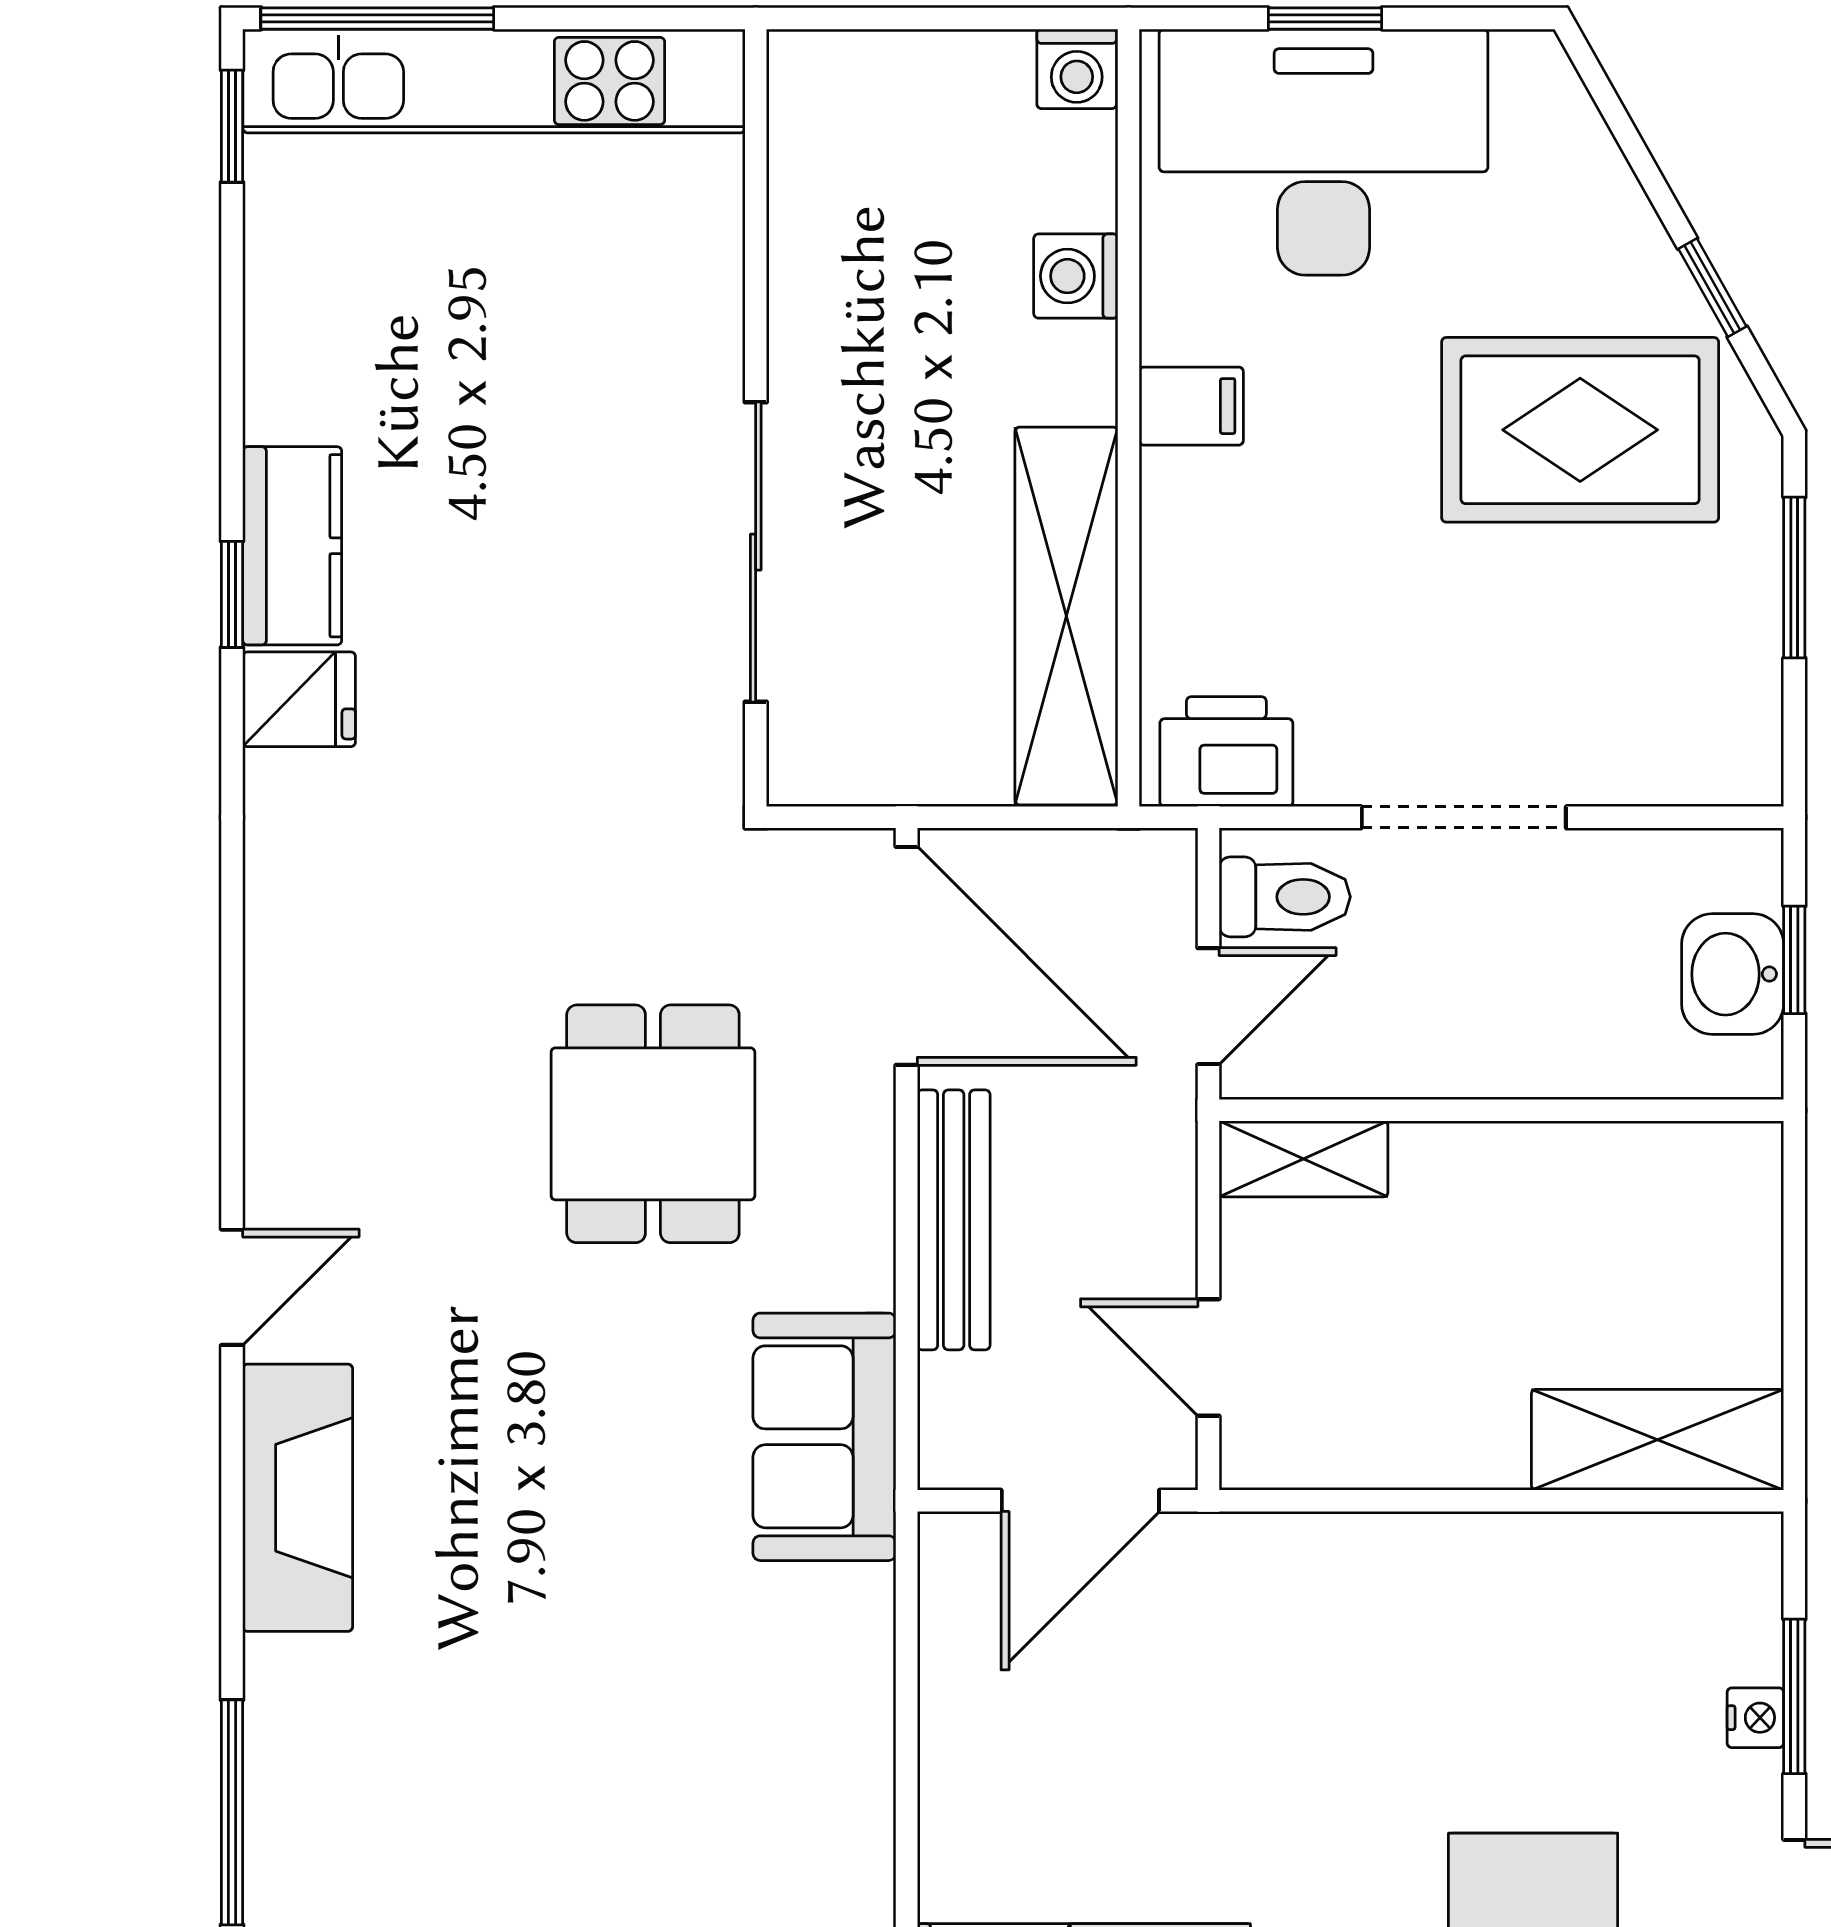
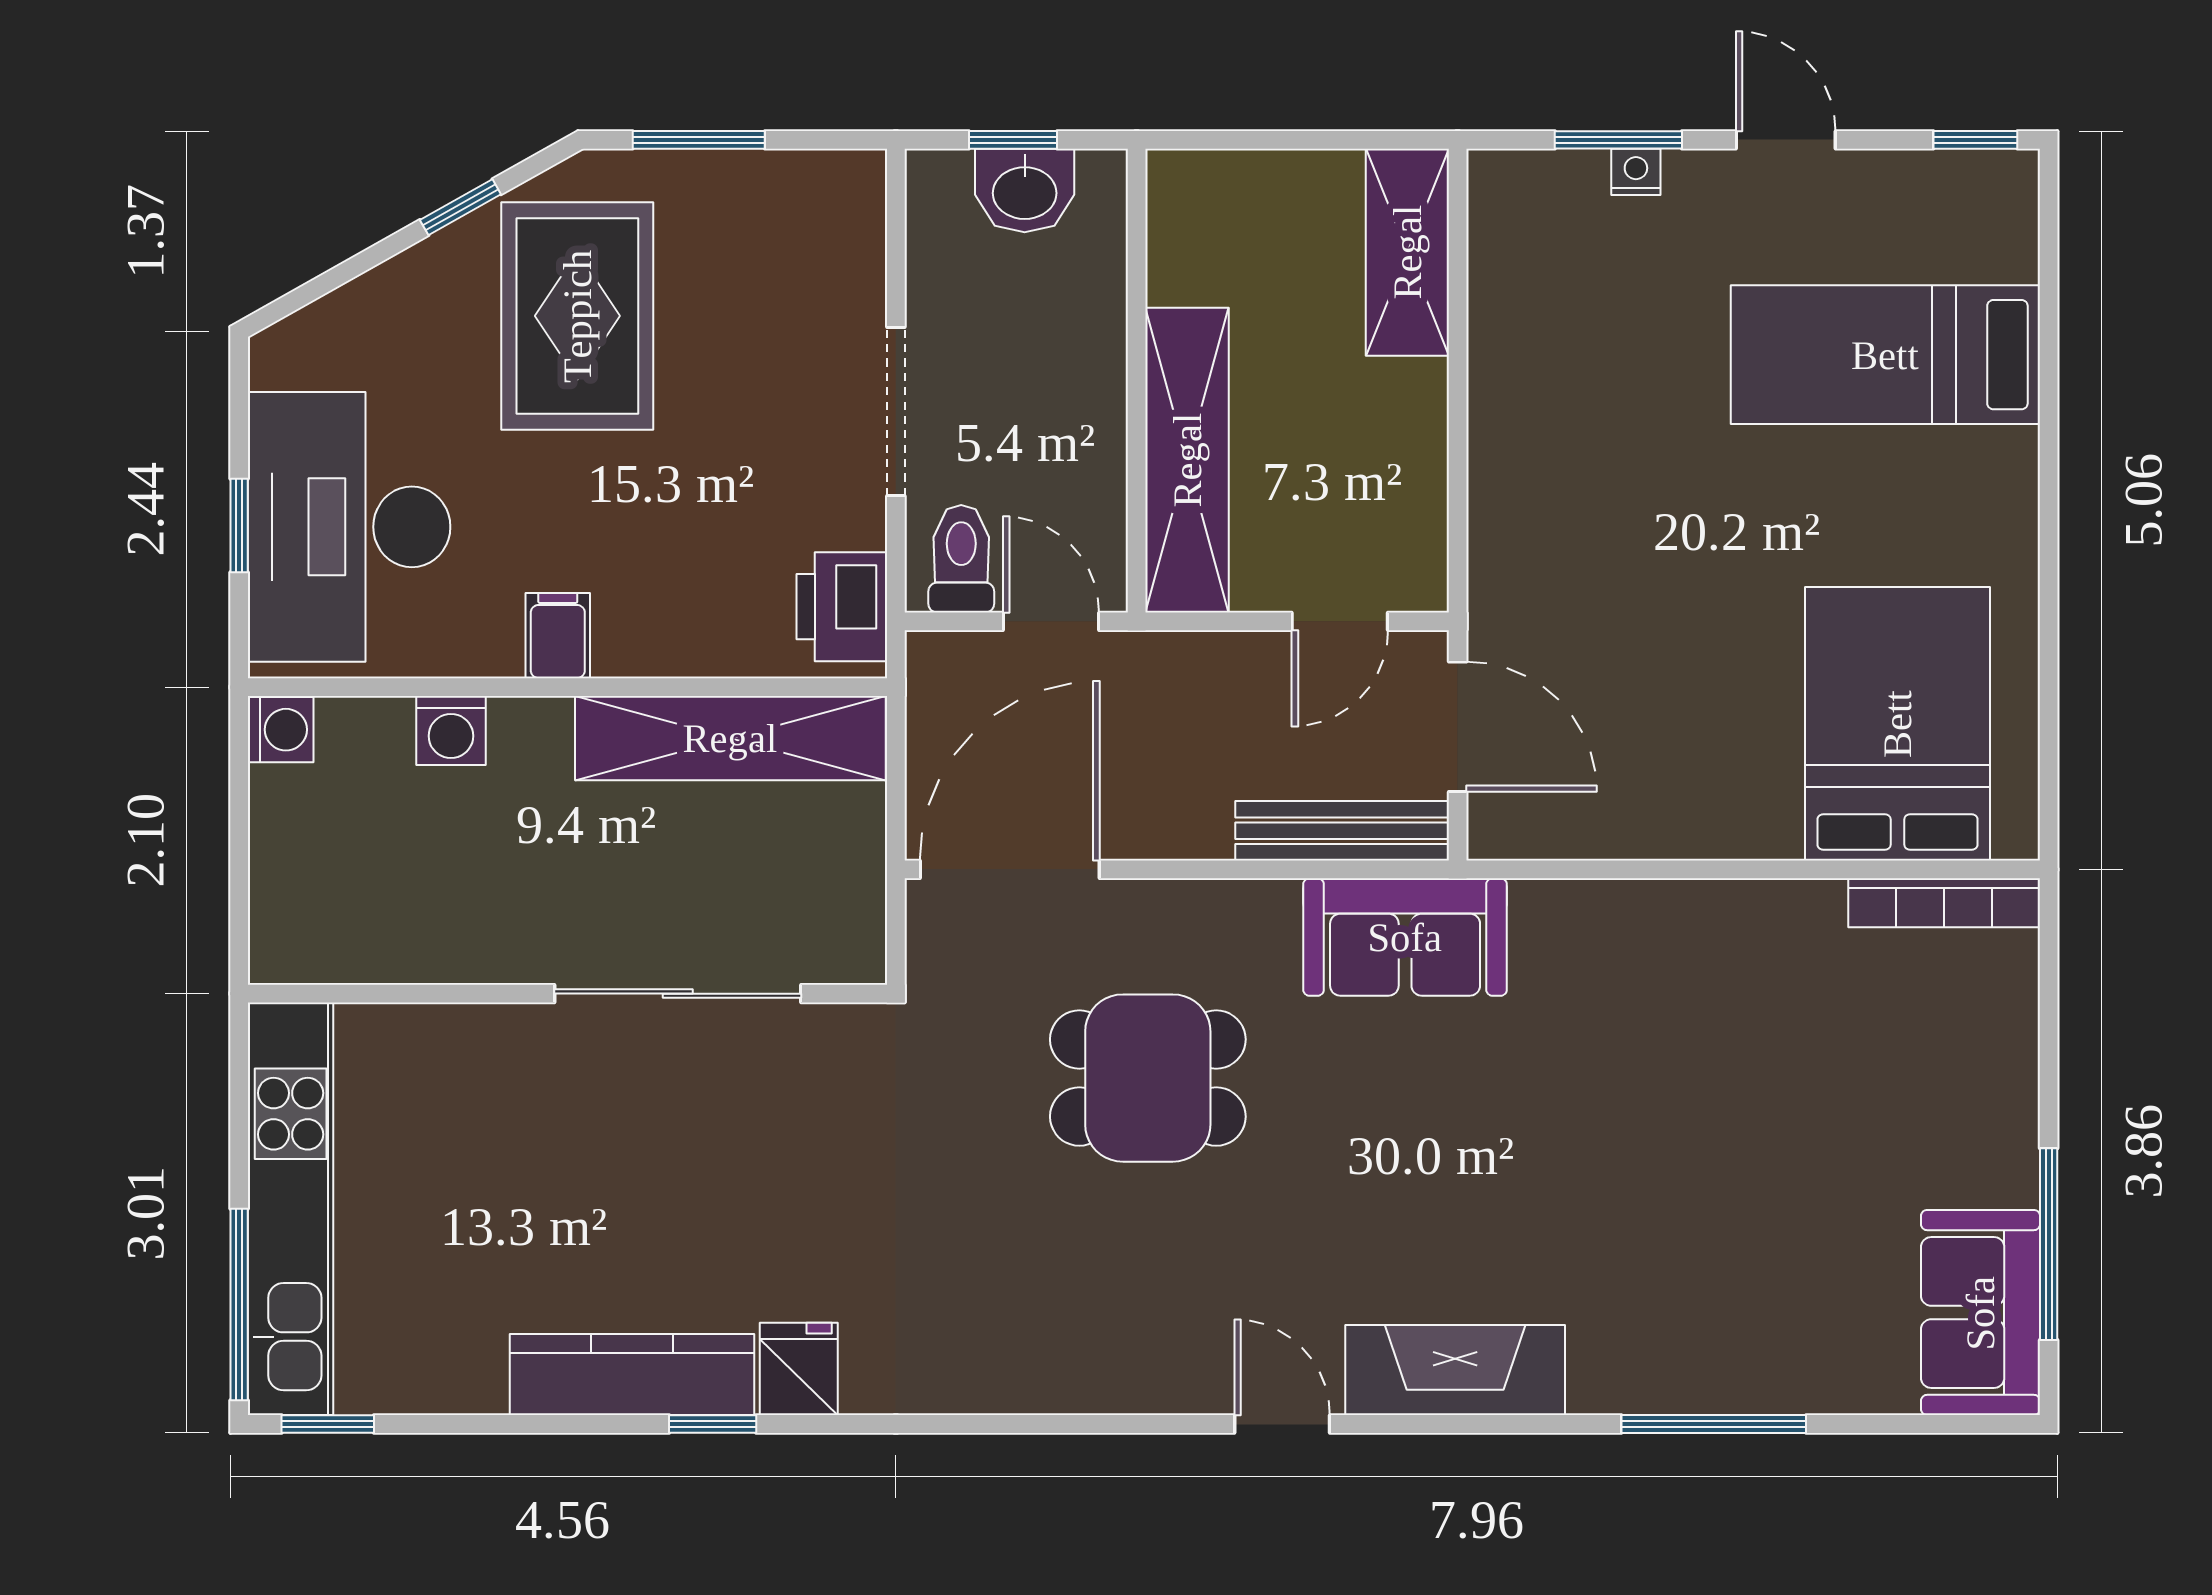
kitchen counter: (292, 546) -> (632, 1375), width x1.50
shelving: (1303, 1159) -> (1187, 460), width x2.20, depth x1.33
bench: (954, 1220) -> (1342, 831), moved

